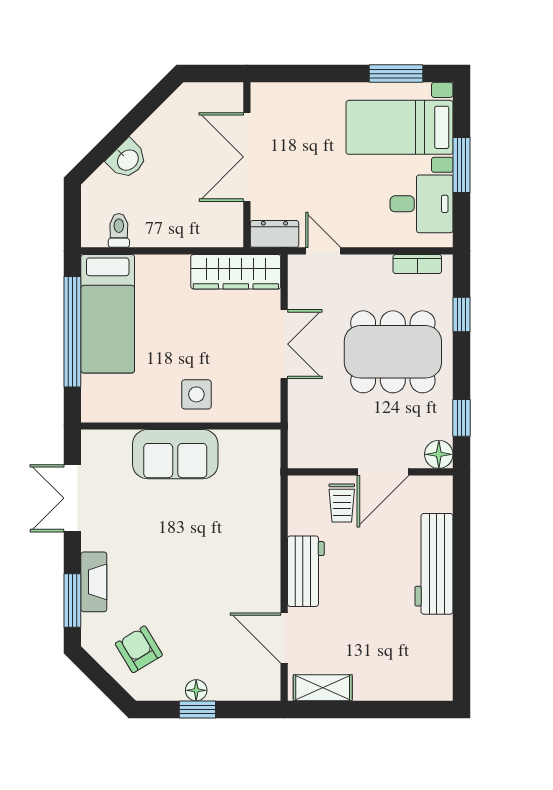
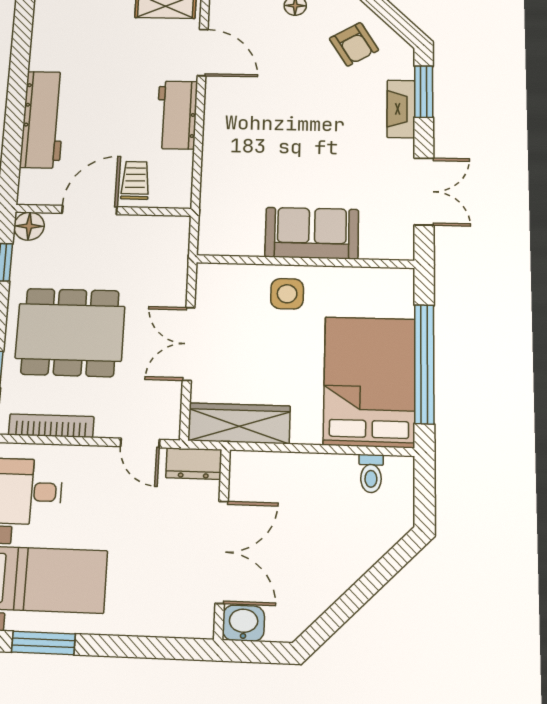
washbasin: (127, 159) -> (243, 623), moved, turned 45
bookcase: (417, 264) -> (51, 426), width x1.56
bed: (108, 314) -> (369, 382), width x1.50

